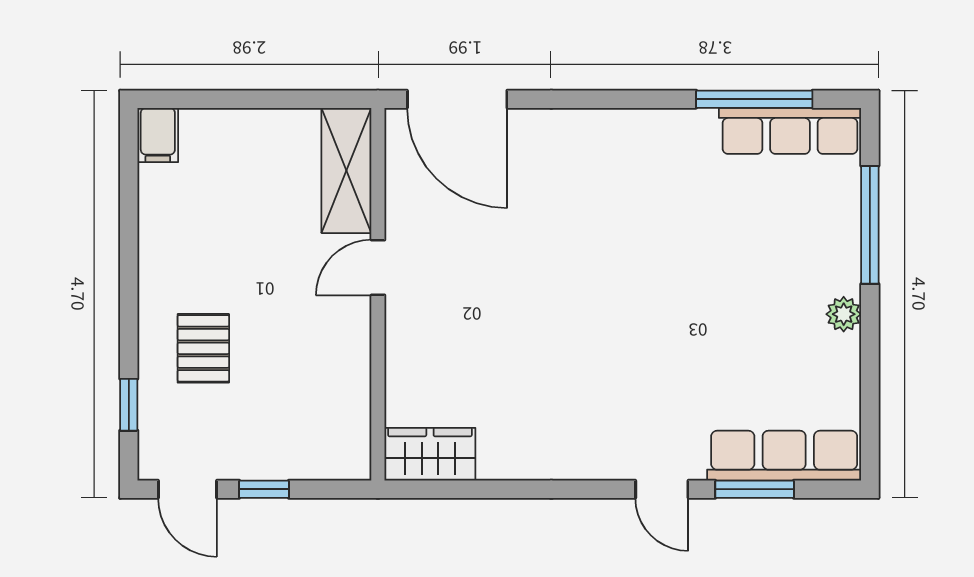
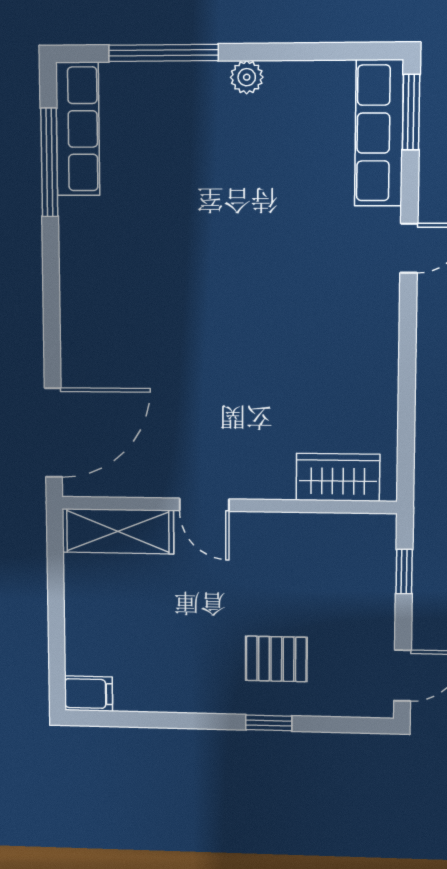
window: (129, 405) -> (269, 723), moved
wardrobe: (430, 454) -> (338, 477), moved, turned 90
window: (264, 489) -> (404, 572), moved
window: (755, 489) -> (411, 112), moved

